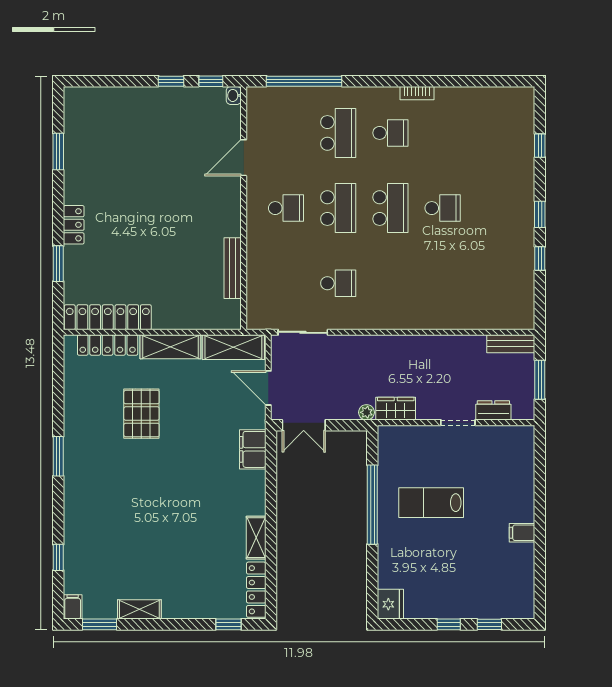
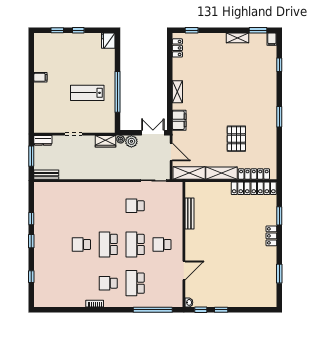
plant: (345, 408) -> (131, 141), added
dresser: (493, 410) -> (43, 140), moved
lab bench: (431, 503) -> (87, 93), turned 180
shelving: (256, 538) -> (177, 92), moved
locker: (256, 590) -> (177, 48), width x0.66

